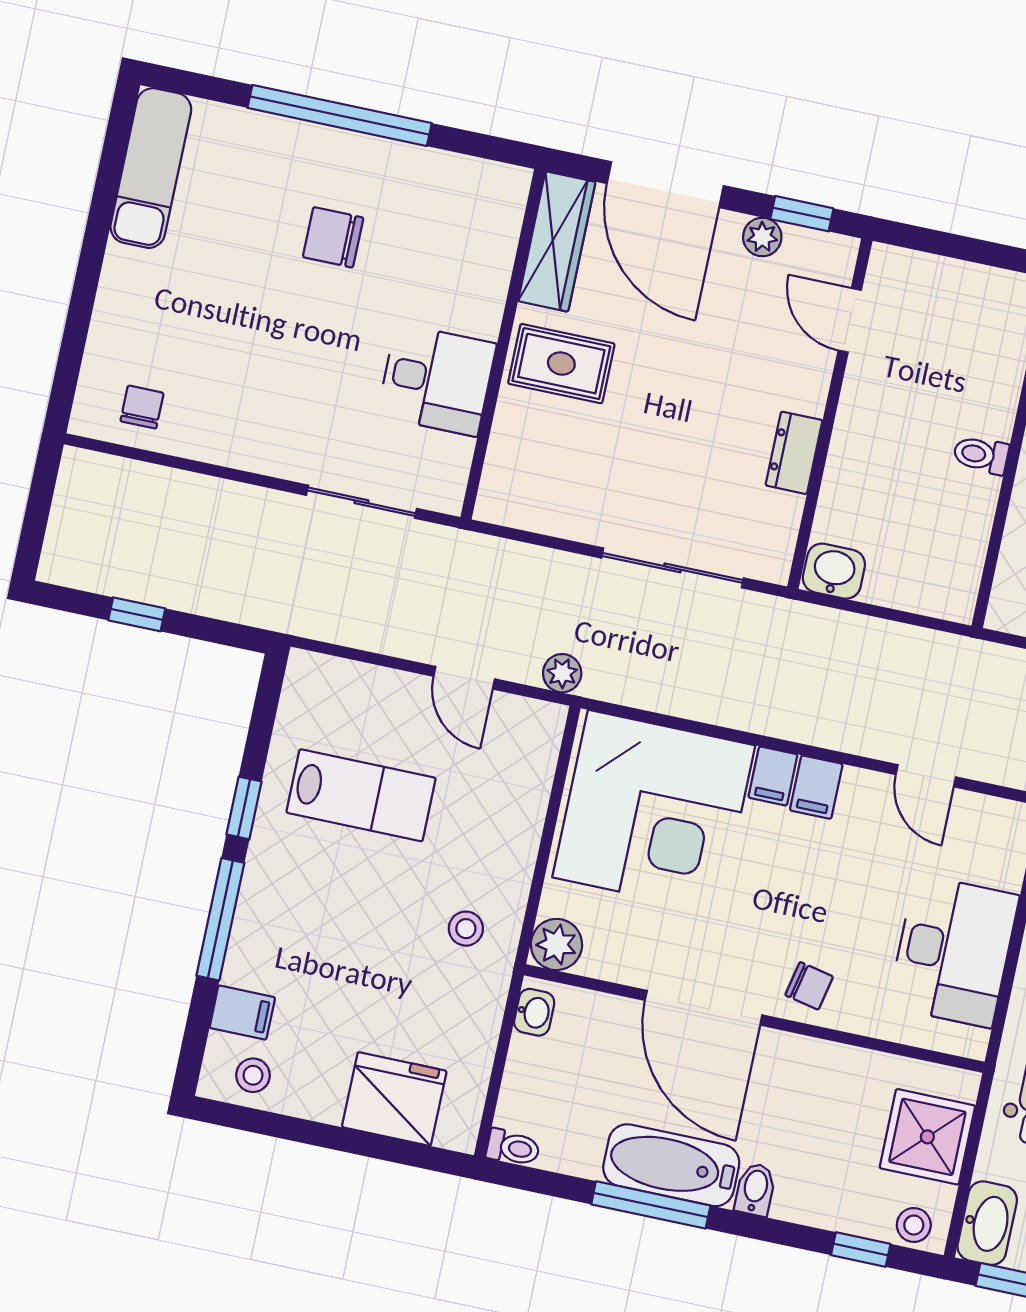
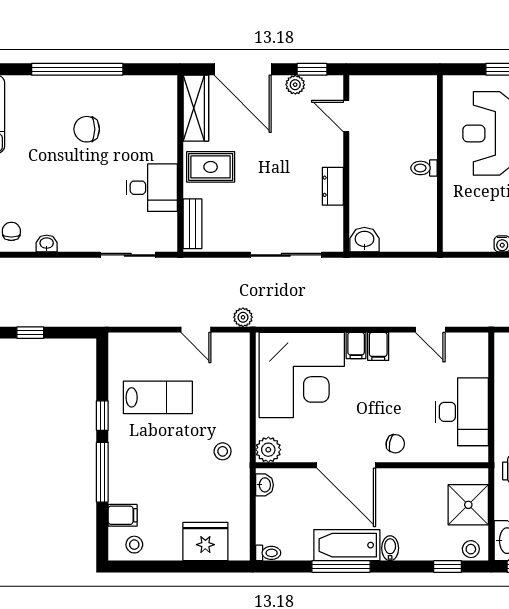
washbasin: (206, 446) -> (47, 244), added
bench: (502, 468) -> (193, 224), added

